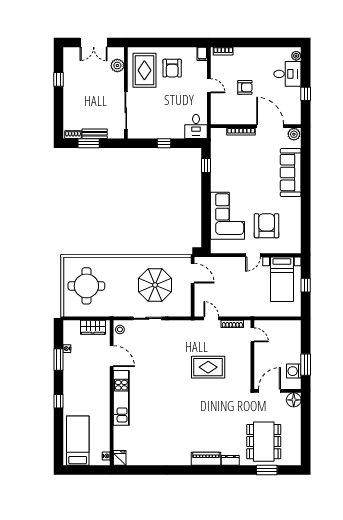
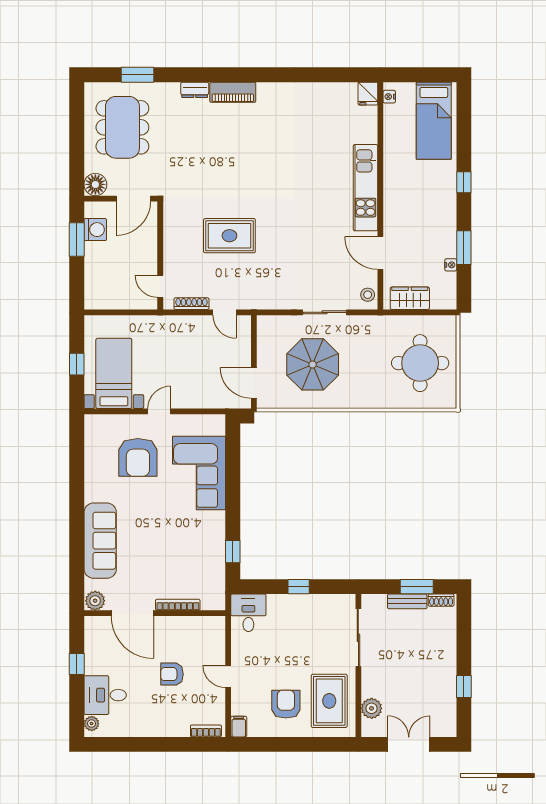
dining table: (264, 442) -> (122, 127), moved

